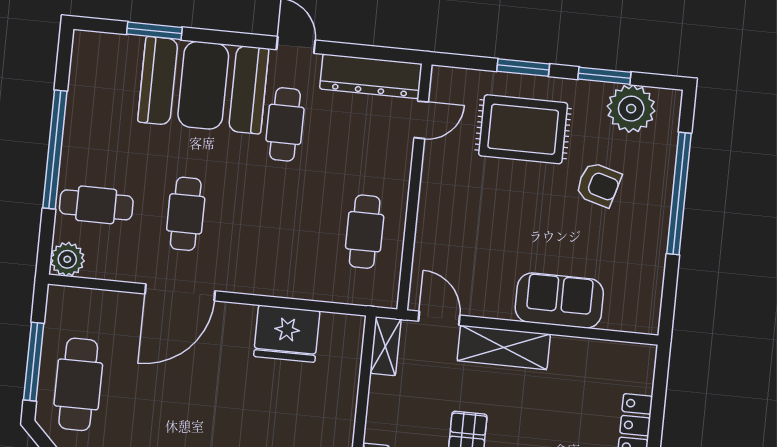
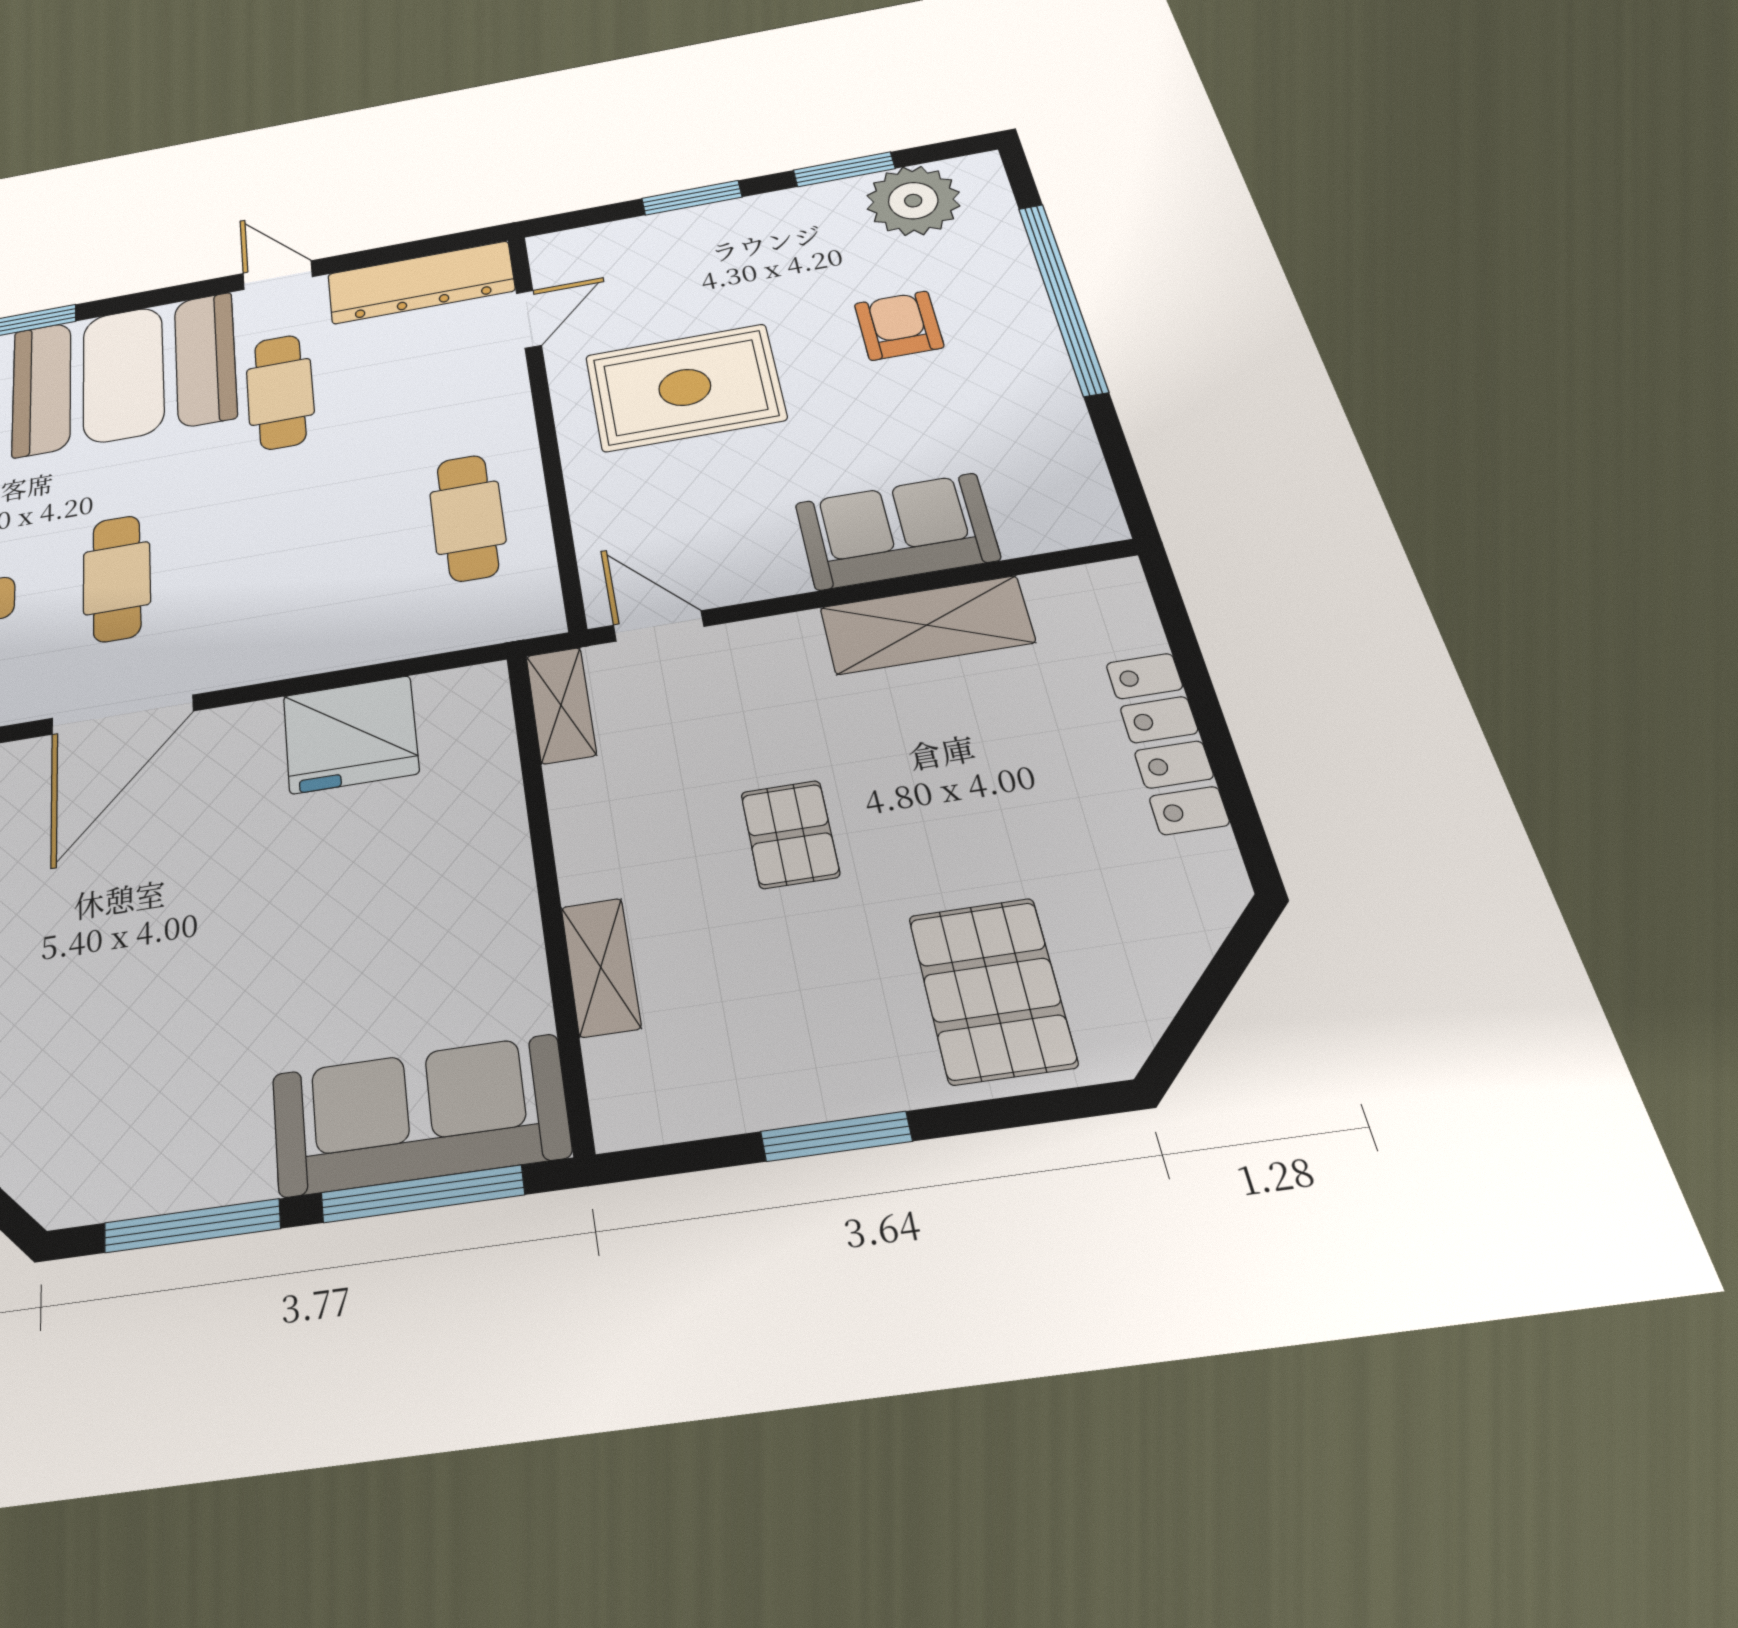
rug: (523, 129) -> (685, 387), moved
armchair: (598, 185) -> (899, 326), turned -106
shelving: (504, 347) -> (927, 625), moved

